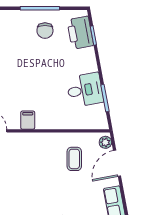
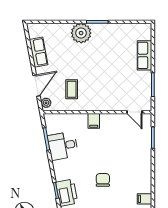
chair: (45, 31) -> (103, 180), moved
filing cabinet: (28, 120) -> (94, 121), moved

